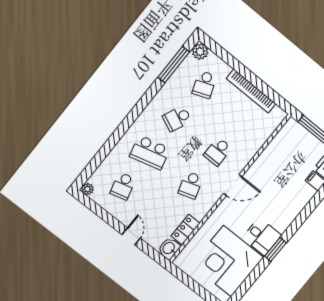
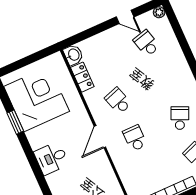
school desk: (150, 152) -> (163, 81), removed
door: (131, 236) -> (125, 17), moved
desk: (262, 237) -> (51, 158), moved
window: (275, 249) -> (15, 122), moved

